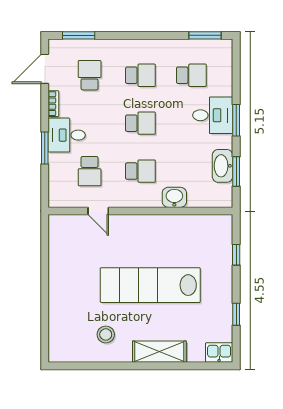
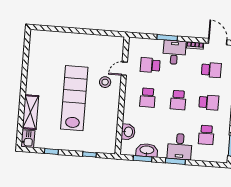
school desk: (140, 75) -> (209, 102), turned -90
washbasin: (174, 197) -> (128, 132), moved
stool: (106, 334) -> (105, 82), moved
shelving: (159, 352) -> (31, 112), moved

